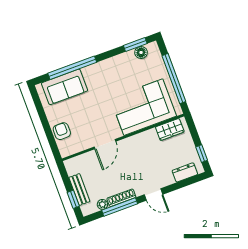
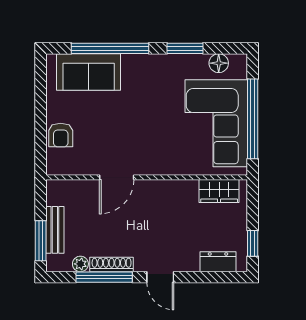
window: (135, 44) -> (185, 48), moved
corner sofa: (143, 107) -> (216, 123), moved, turned -90
armchair: (62, 131) -> (61, 135), turned 180
window: (73, 199) -> (41, 241), width x1.50

